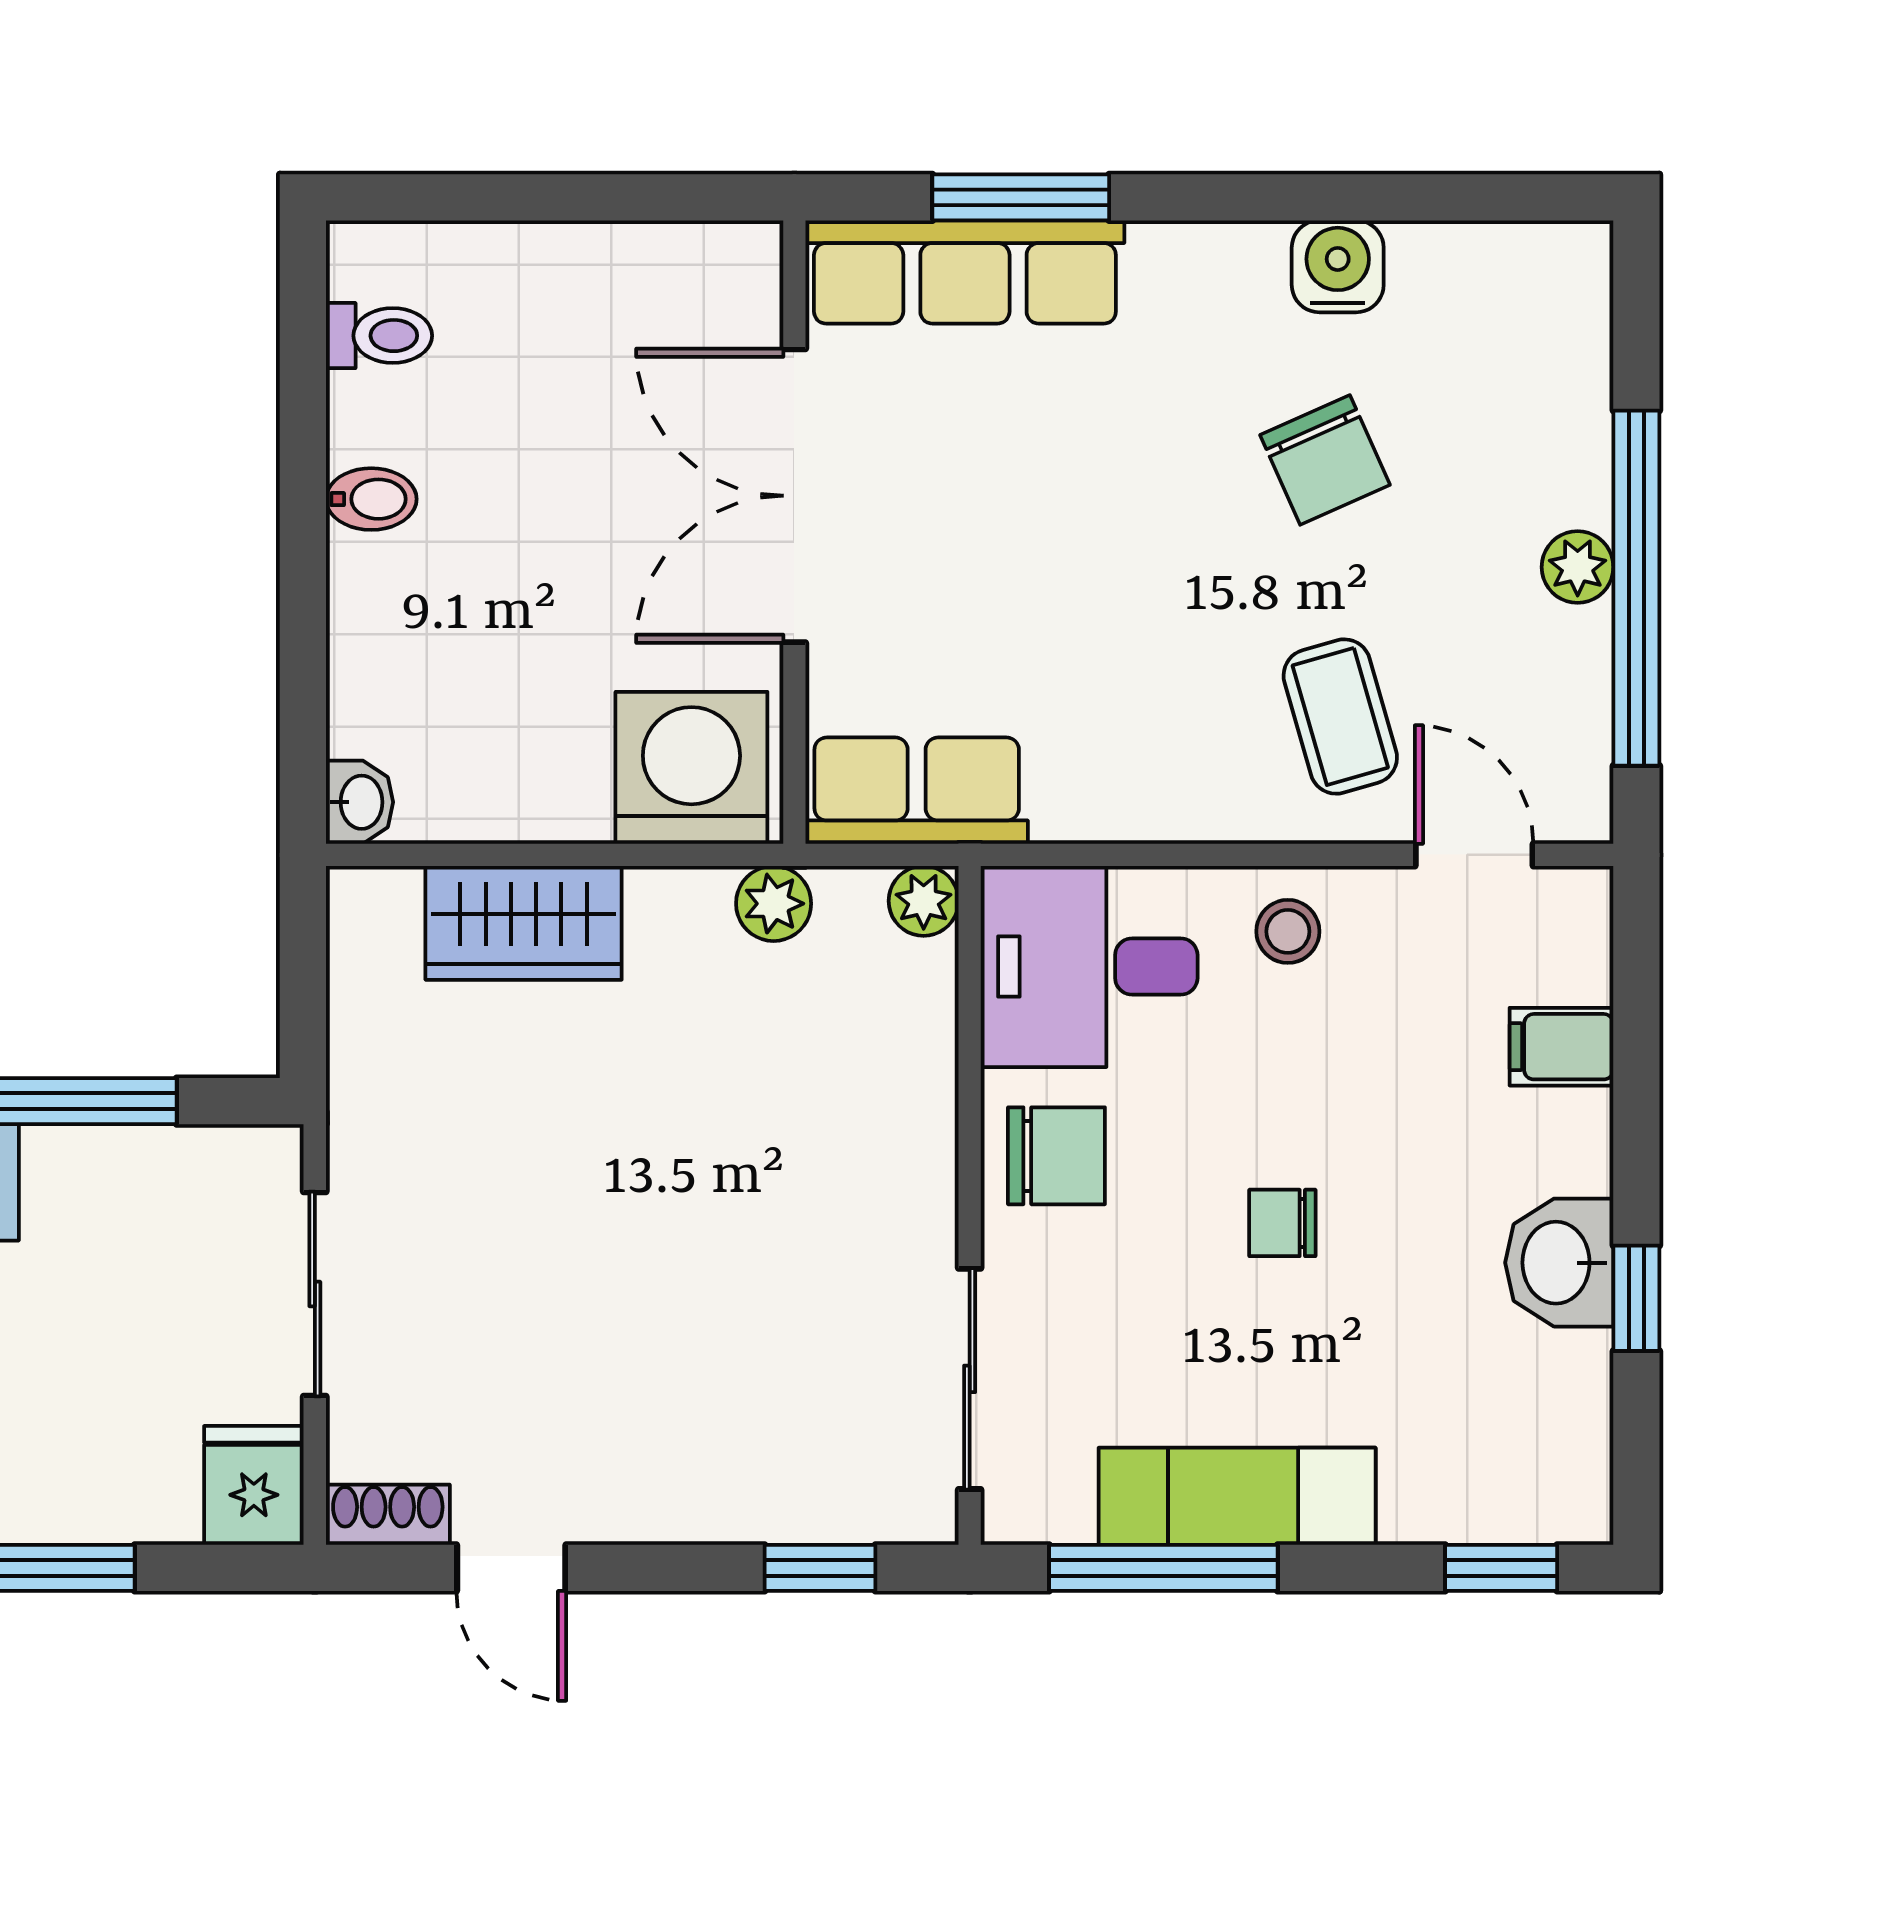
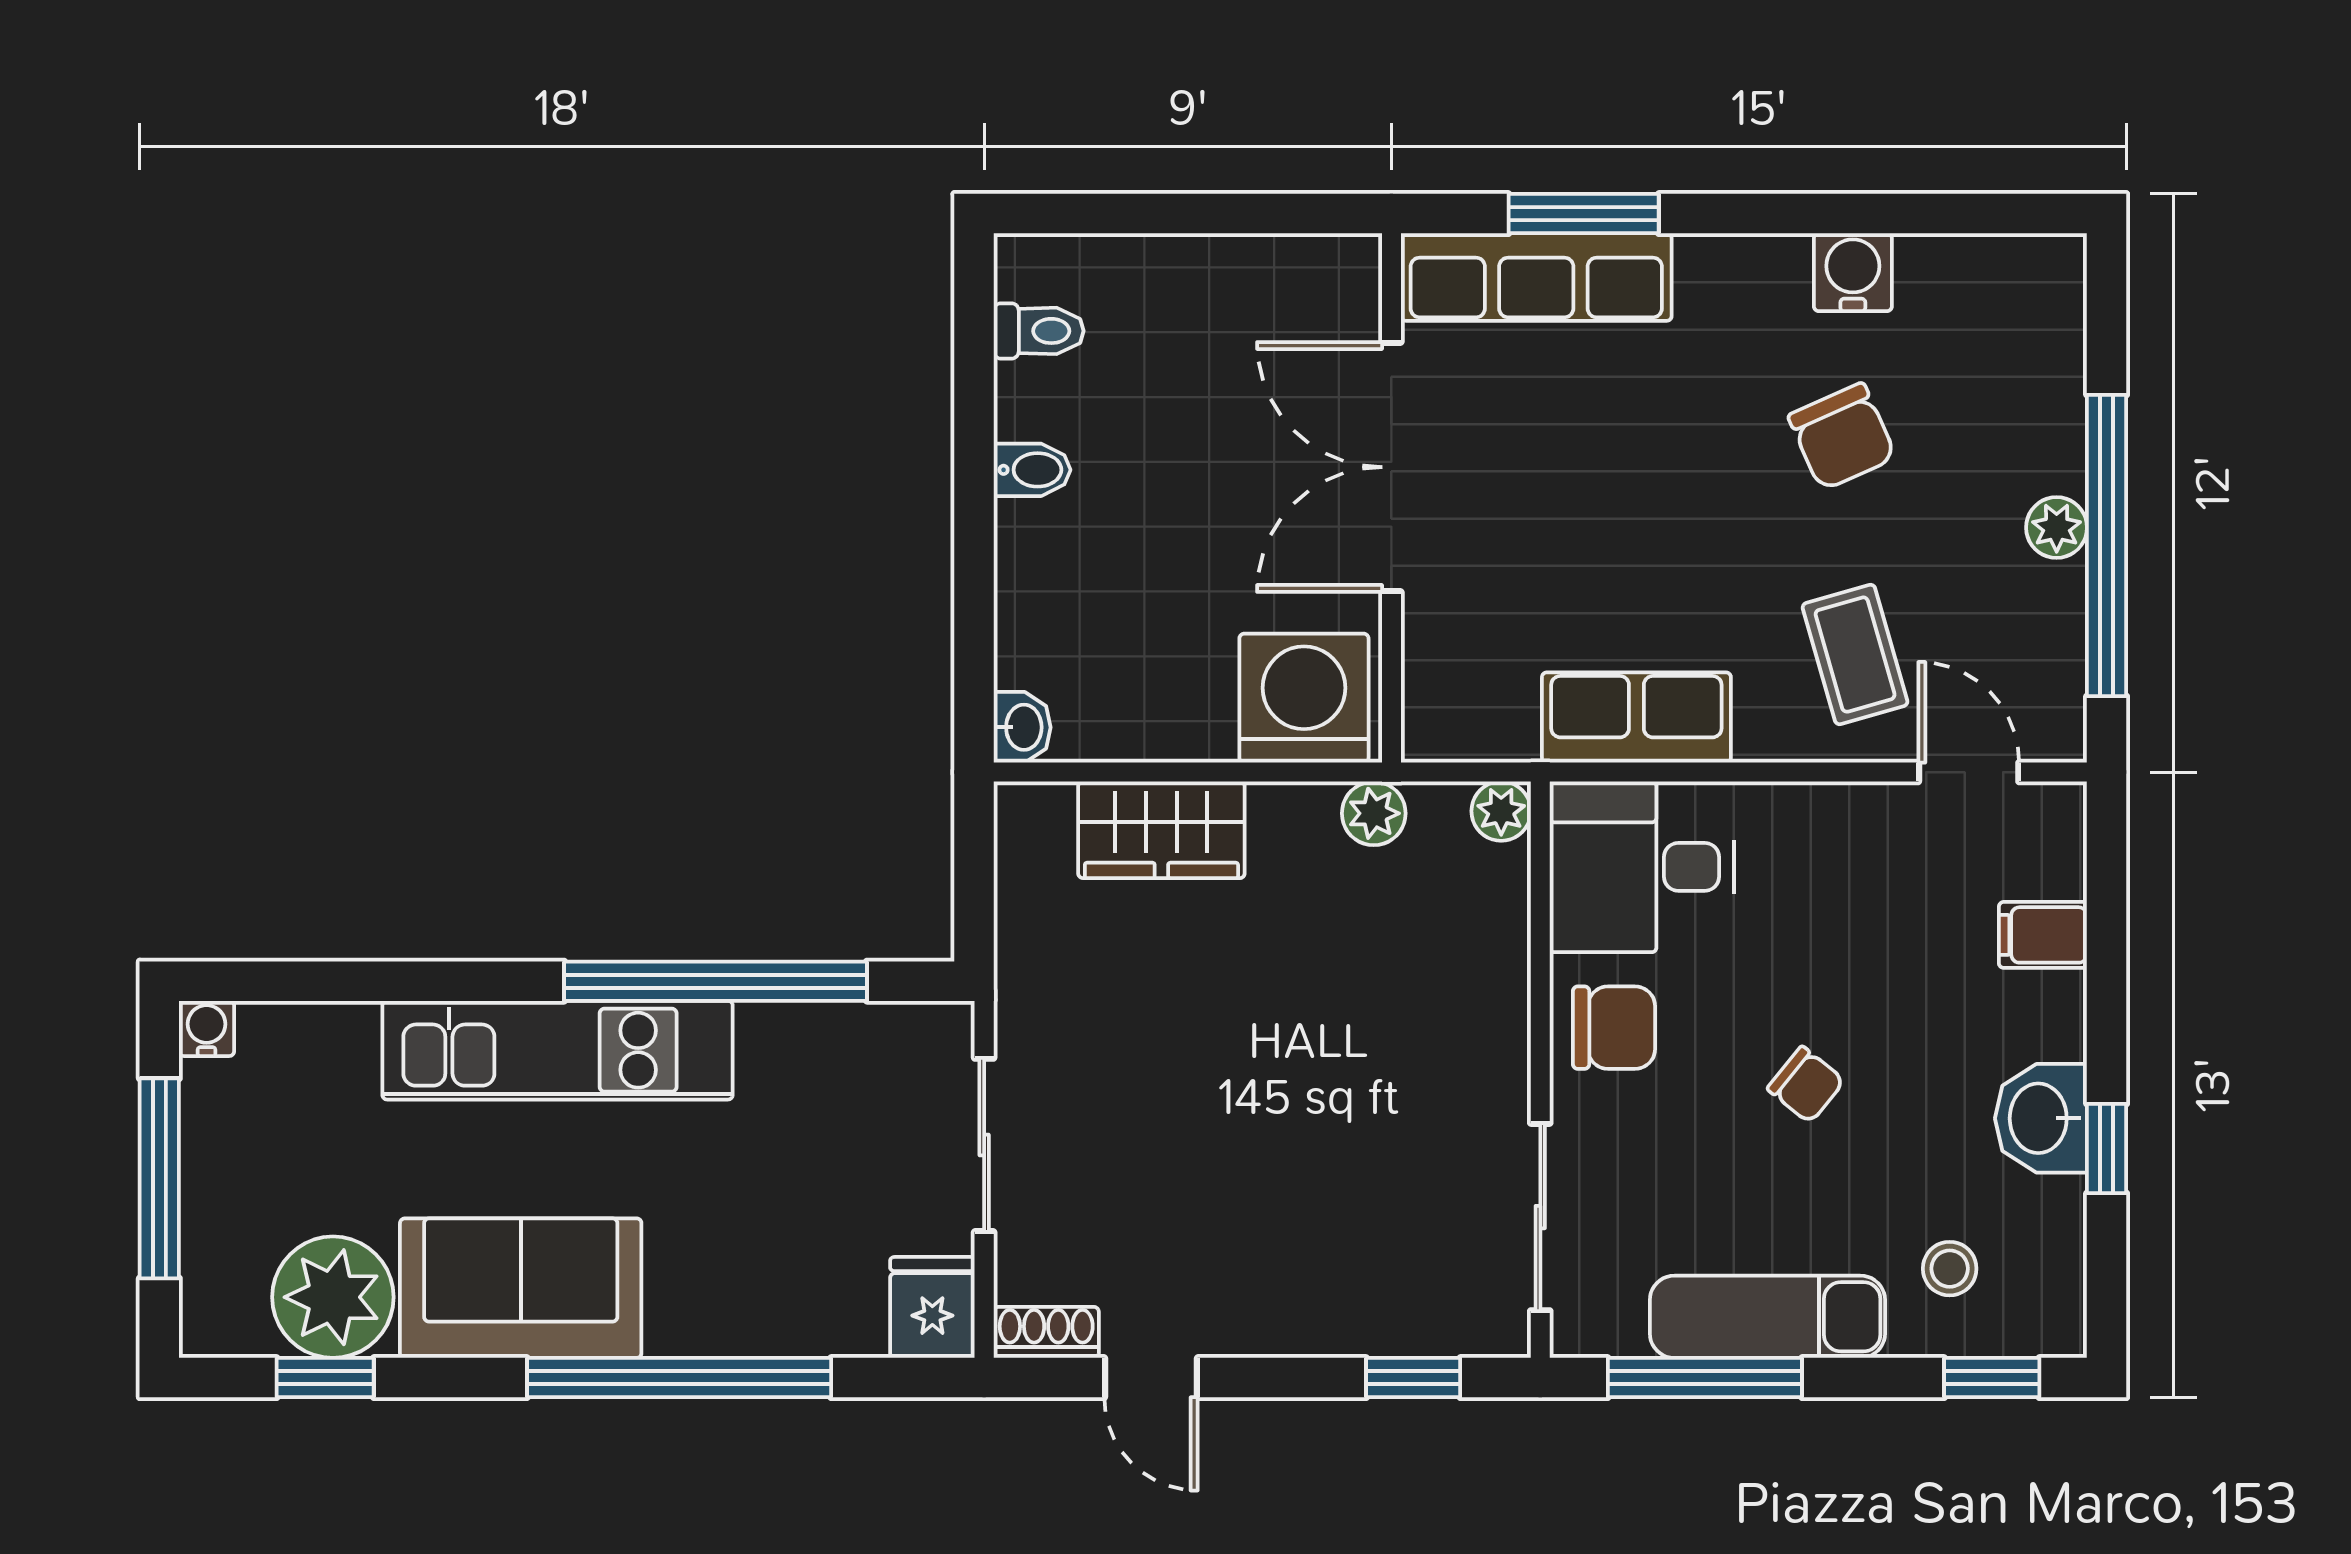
row of seats: (917, 791) -> (1636, 717), moved
stool: (1288, 931) -> (1950, 1269), moved
chair: (1282, 1223) -> (1806, 1085), turned -141

